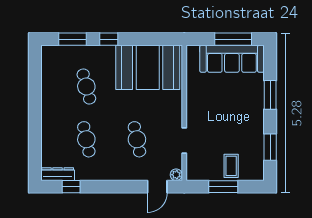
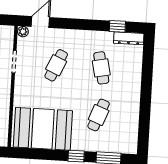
cafe table: (86, 86) -> (99, 115), turned 36
cafe table: (137, 139) -> (56, 65), turned 36

